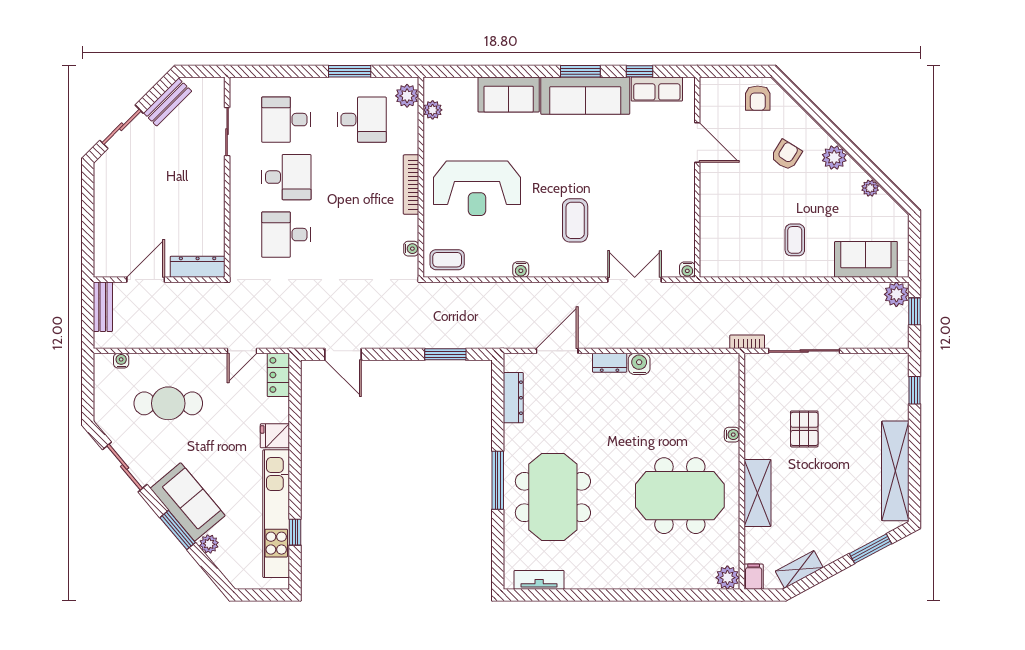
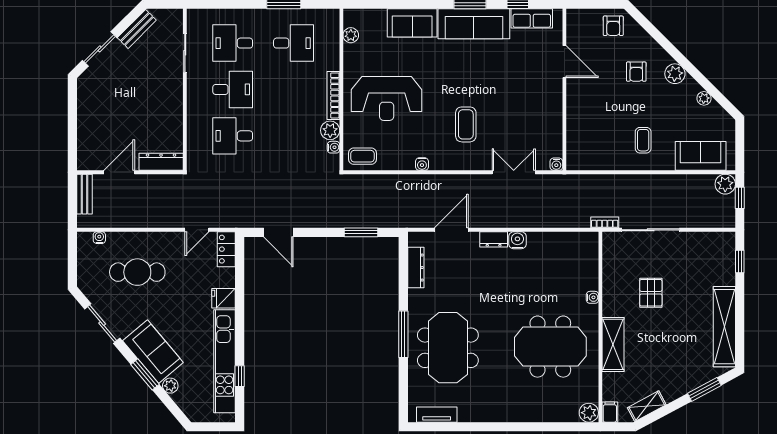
plant: (407, 96) -> (330, 130), moved
armchair: (786, 155) -> (636, 72), turned 148

